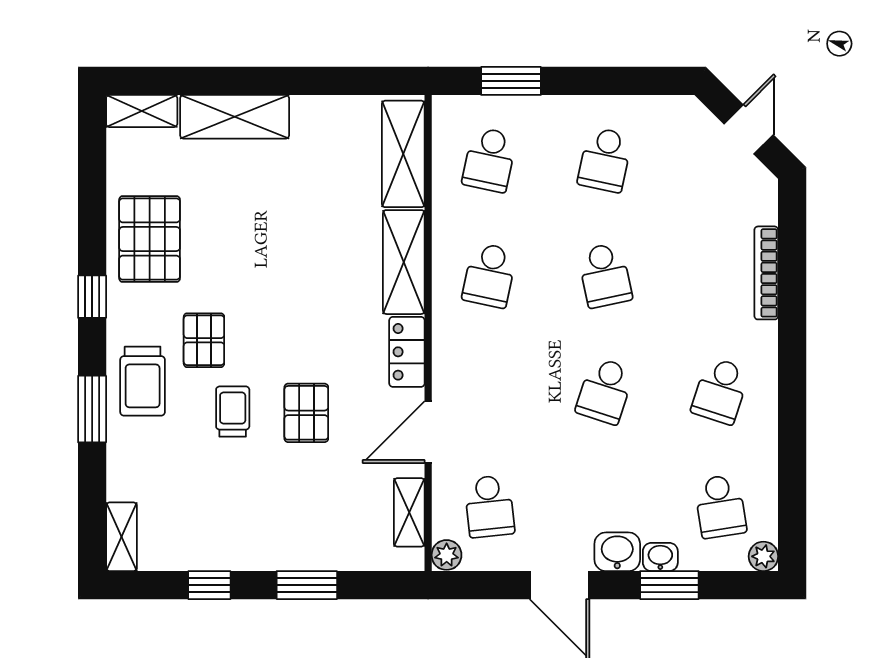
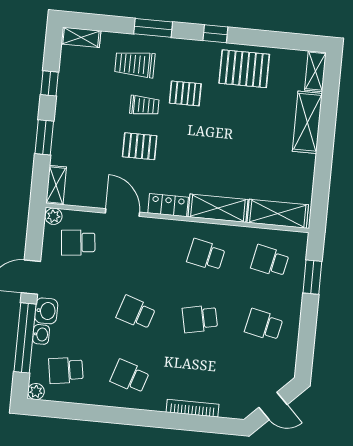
trolley: (143, 381) -> (135, 64), moved
shelving: (409, 512) -> (56, 185), moved, turned 90
window: (669, 585) -> (25, 338), width x2.11

